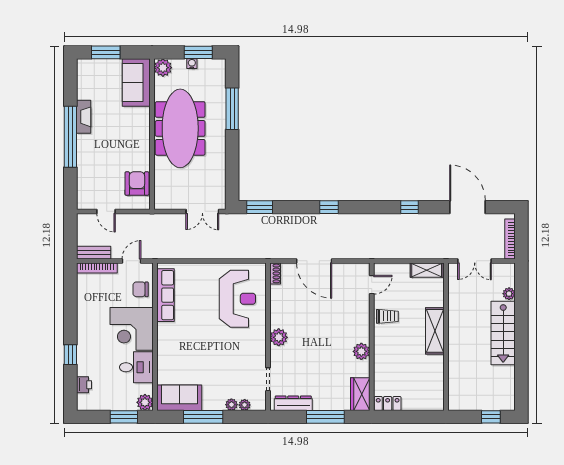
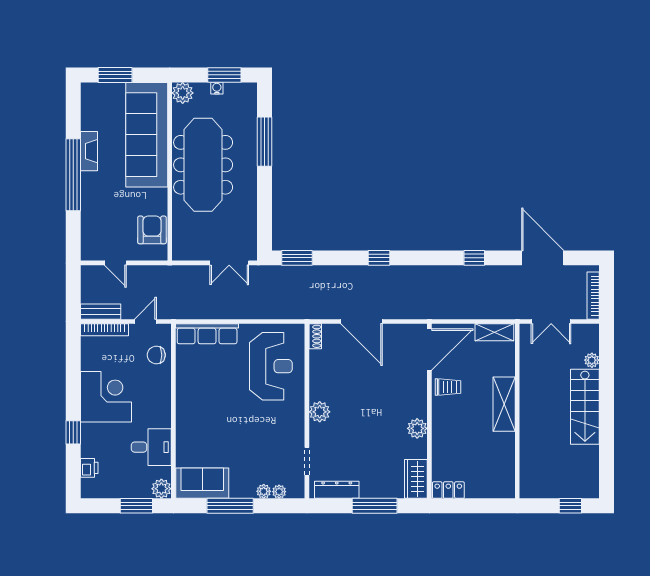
sofa: (136, 83) -> (147, 135), width x1.85, depth x1.27
door: (372, 285) -> (429, 350), width x1.88
row of seats: (166, 295) -> (207, 334), moved, turned 90
corner desk: (132, 329) -> (106, 397), moved, turned 180

